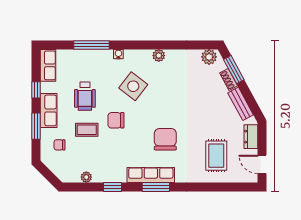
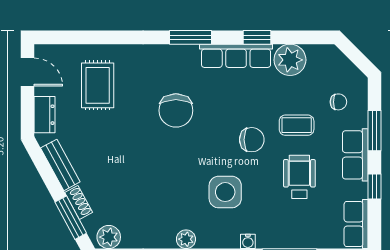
side table: (133, 86) -> (225, 192), turned -38
row of seats: (151, 175) -> (236, 56), moved
plant: (86, 177) -> (290, 60), width x1.88, depth x1.88

